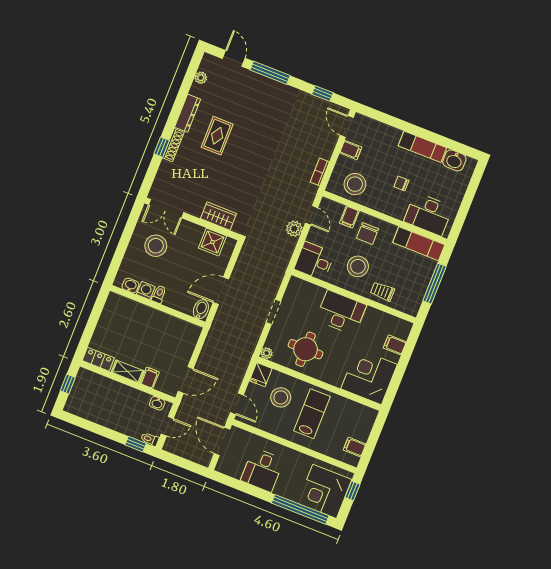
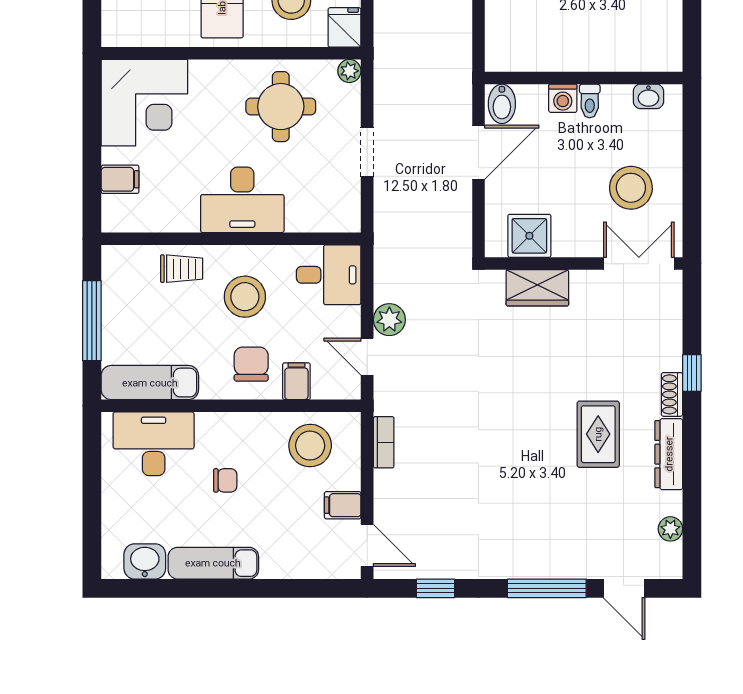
shoe rack: (173, 145) -> (672, 394), width x0.70
washing machine: (146, 291) -> (563, 98), moved

